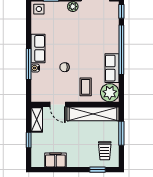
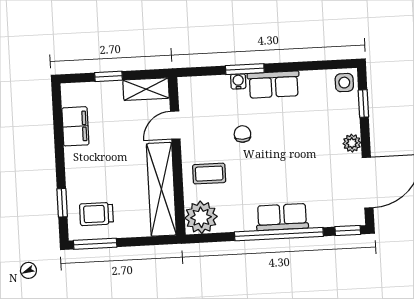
window: (29, 64) -> (245, 69), width x0.69
row of seats: (112, 68) -> (282, 217), moved
window: (121, 133) -> (95, 244), moved

